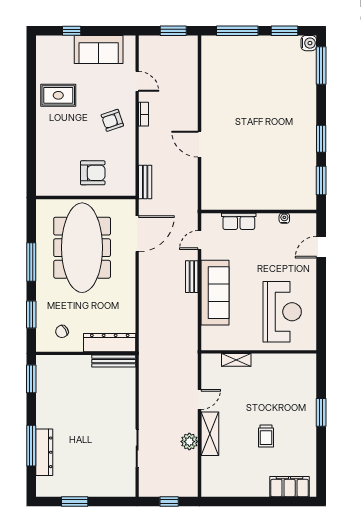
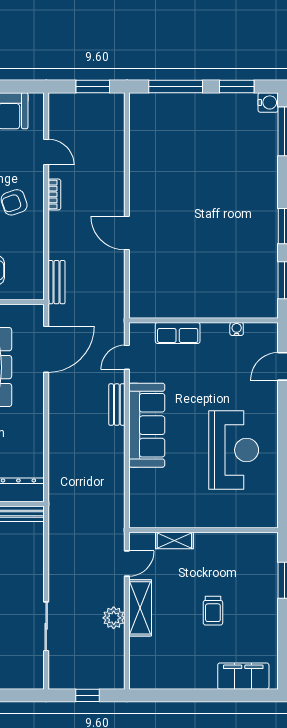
wall: (259, 352) -> (203, 530), moved
shelving: (236, 360) -> (174, 541), moved

